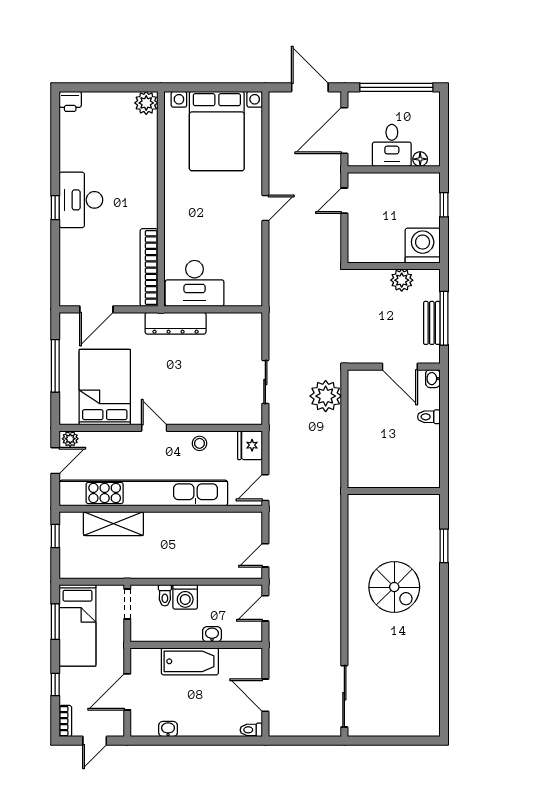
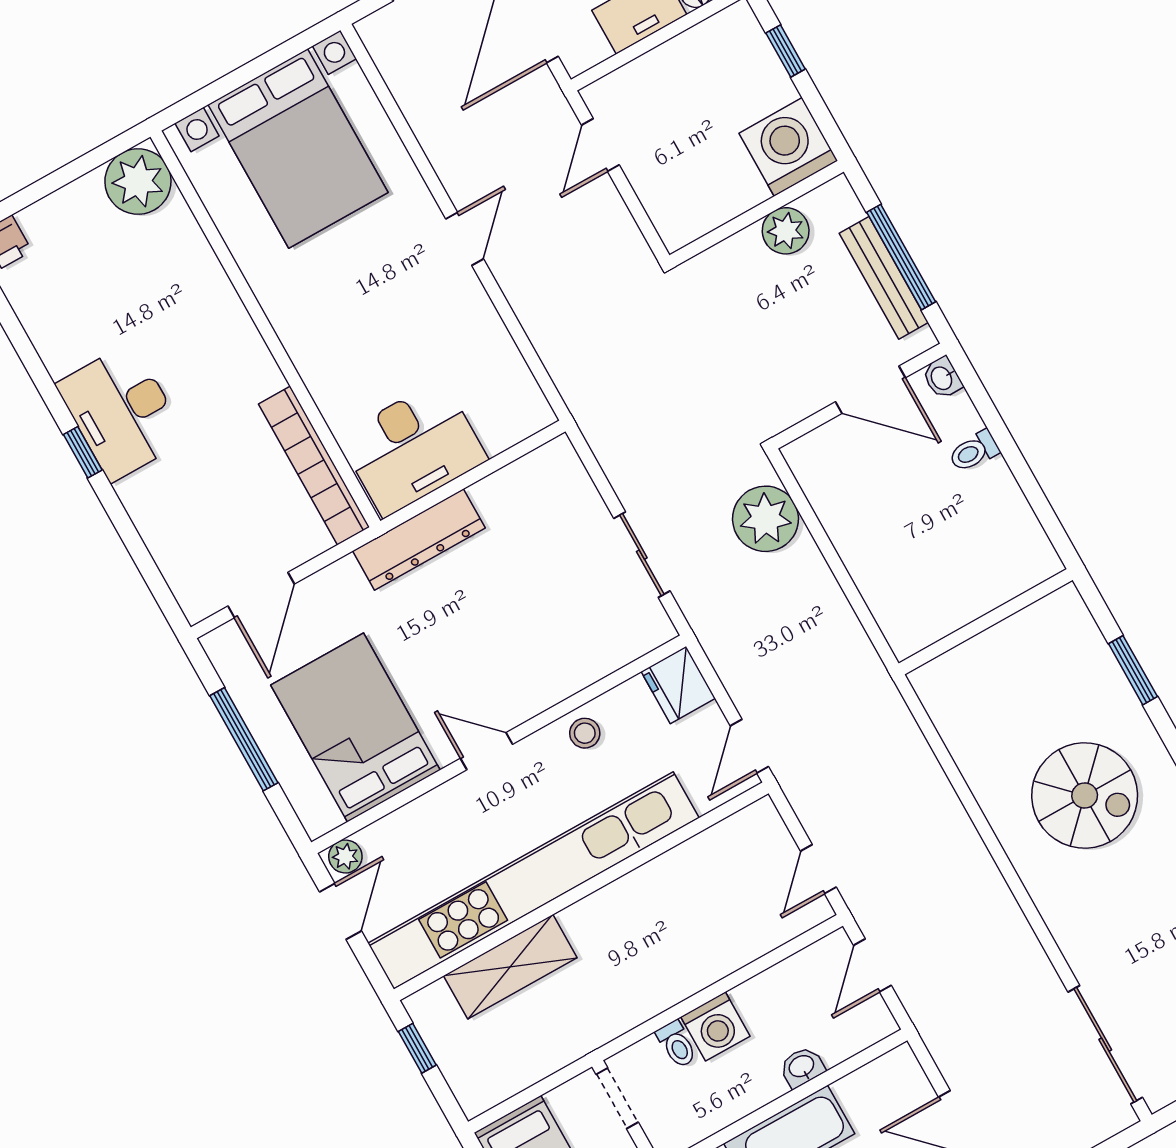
plant: (146, 103) -> (138, 181), width x1.36, depth x1.36
bench: (432, 323) -> (884, 278), width x1.36

